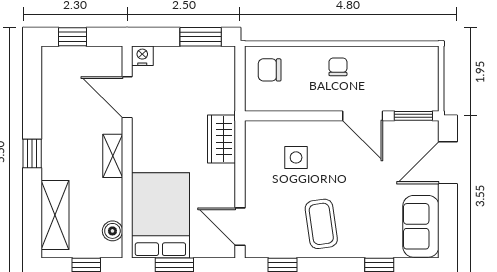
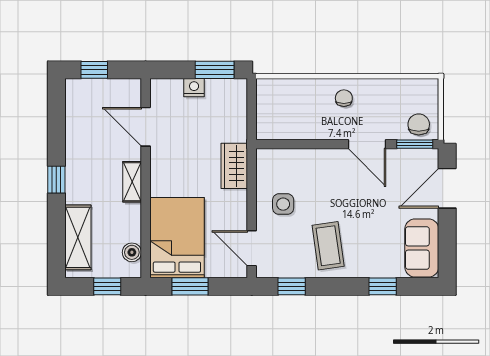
nightstand: (142, 56) -> (194, 88), moved
chair: (270, 70) -> (419, 124), moved, turned 90
side table: (296, 157) -> (283, 204), moved

